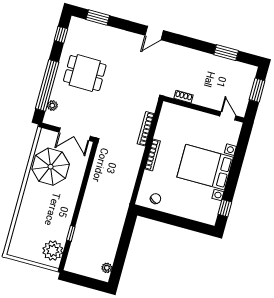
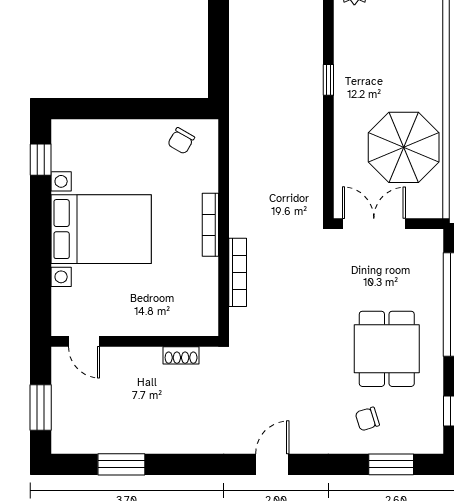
chair: (103, 42) -> (367, 419), added
dining table: (85, 73) -> (387, 349), turned 90
plant: (52, 106) -> (433, 268), removed
window: (71, 233) -> (328, 80), moved

